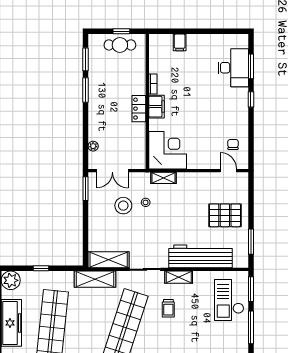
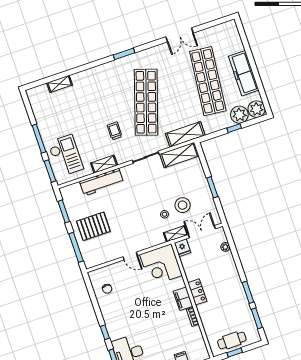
fridge: (139, 161) -> (182, 248), added
door: (228, 171) -> (130, 256), moved
shelving: (164, 178) -> (176, 234), moved
window: (86, 189) -> (212, 187), moved
window: (251, 199) -> (76, 247), added
workbench: (200, 256) -> (102, 182), width x0.73, depth x0.76
shelving: (179, 277) -> (104, 164), moved
plant: (31, 281) -> (239, 115), added

